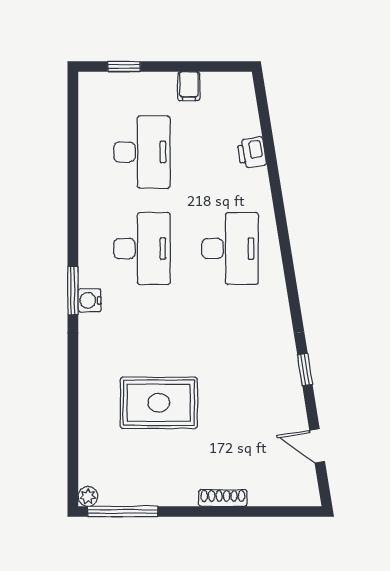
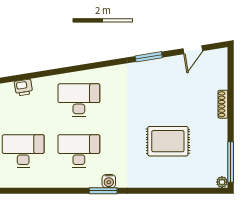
window: (305, 369) -> (149, 57), width x1.50
rug: (159, 403) -> (168, 141), turned 90

